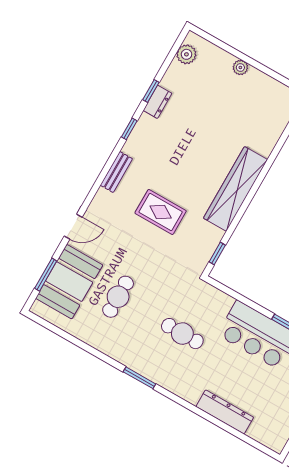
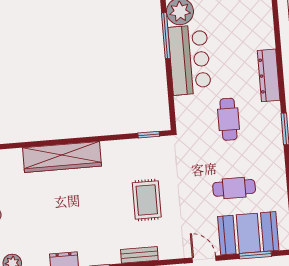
wardrobe: (236, 189) -> (62, 157), moved
dresser: (225, 412) -> (269, 75), moved

